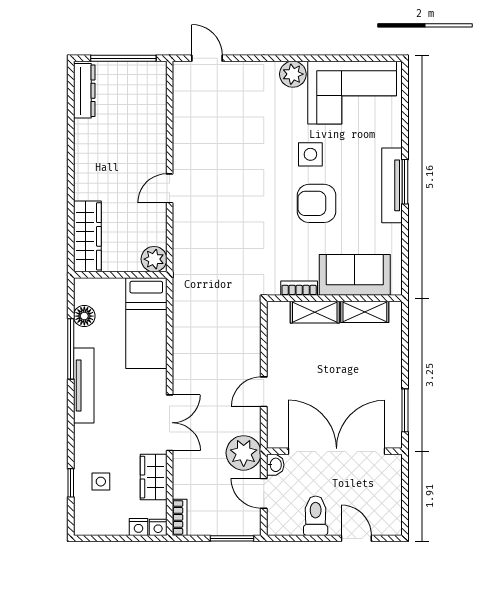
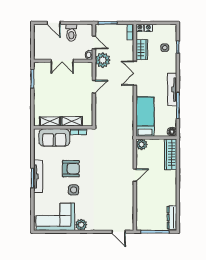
floor lamp: (84, 316) -> (172, 132), moved
double door: (337, 451) -> (62, 61), width x0.54

